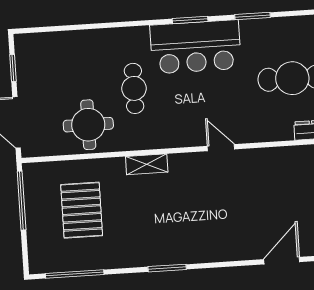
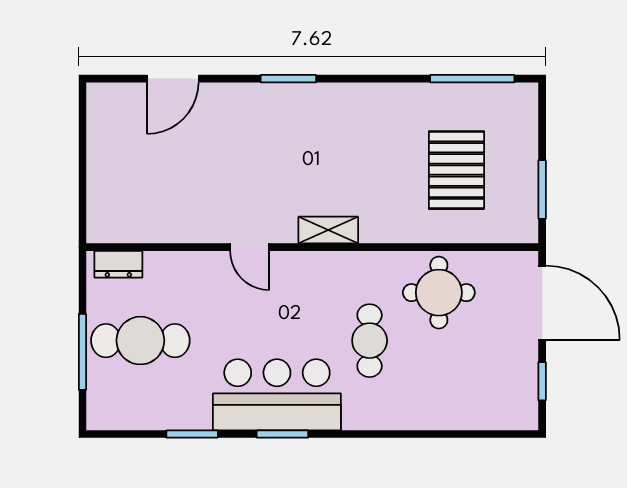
shelving: (147, 164) -> (328, 230), moved
window: (22, 201) -> (542, 189), width x0.69
window: (167, 268) -> (288, 79), moved

